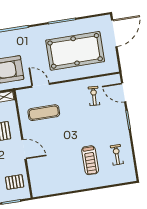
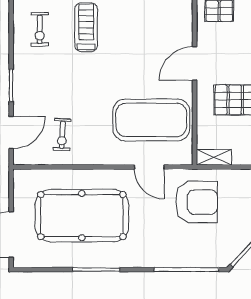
door: (124, 92) -> (11, 132), hinge flipped
exercise mat: (44, 113) -> (151, 120), width x2.00, depth x1.45
door: (24, 149) -> (195, 63), hinge flipped

